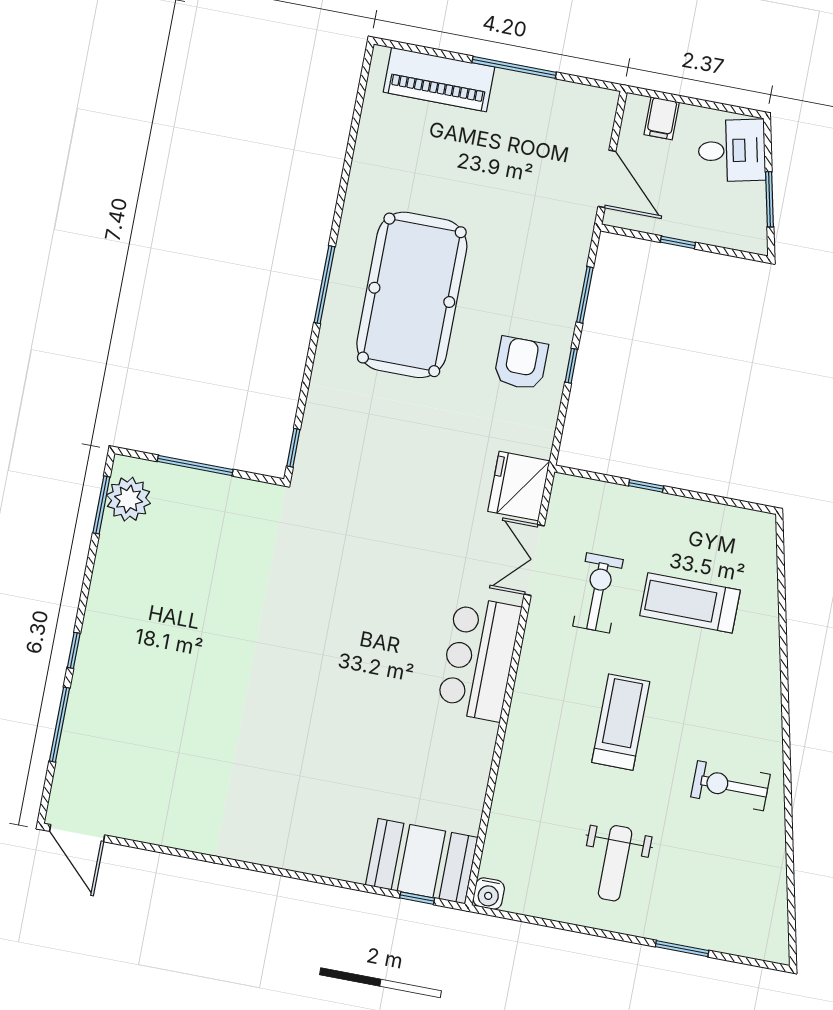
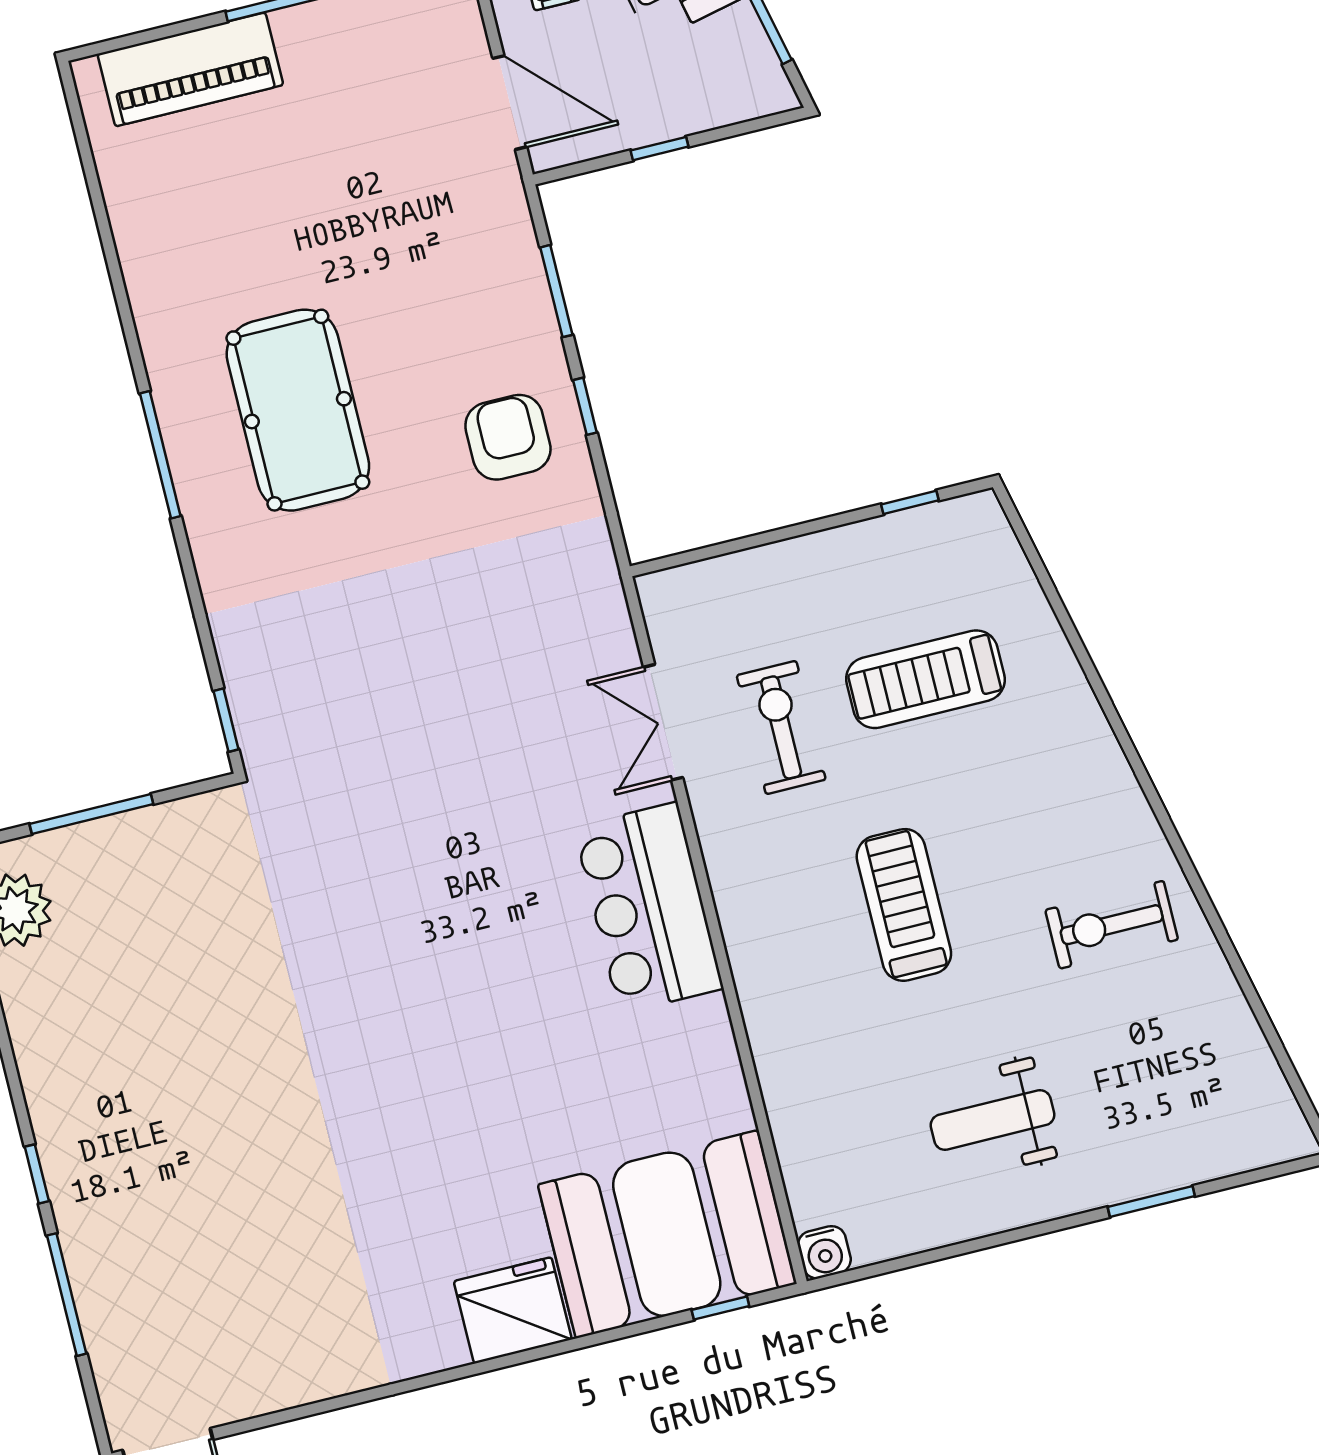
pool table: (412, 295) -> (298, 410), width x0.73, depth x0.76
fridge: (519, 486) -> (513, 1310), moved, turned 90
window: (646, 486) -> (910, 502), moved
booth: (421, 861) -> (667, 1234), width x1.36, depth x1.42
weight bench: (615, 863) -> (992, 1120), turned 90

